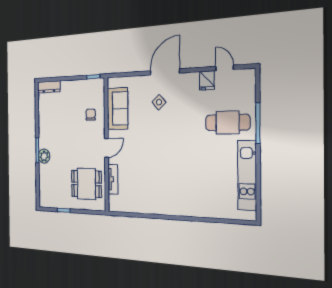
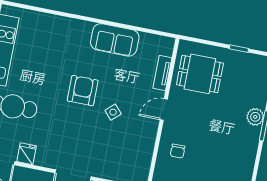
side table: (159, 102) -> (113, 112), moved
sofa: (117, 109) -> (115, 40), moved, turned -90
armchair: (171, 151) -> (83, 91), added

